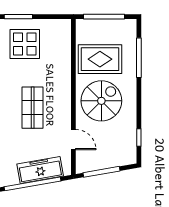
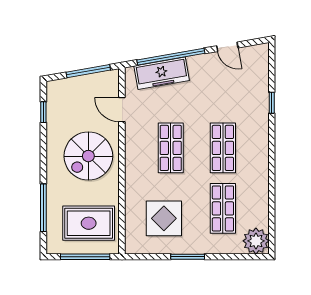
display table: (25, 44) -> (164, 218), moved
rug: (100, 59) -> (89, 223), moved

